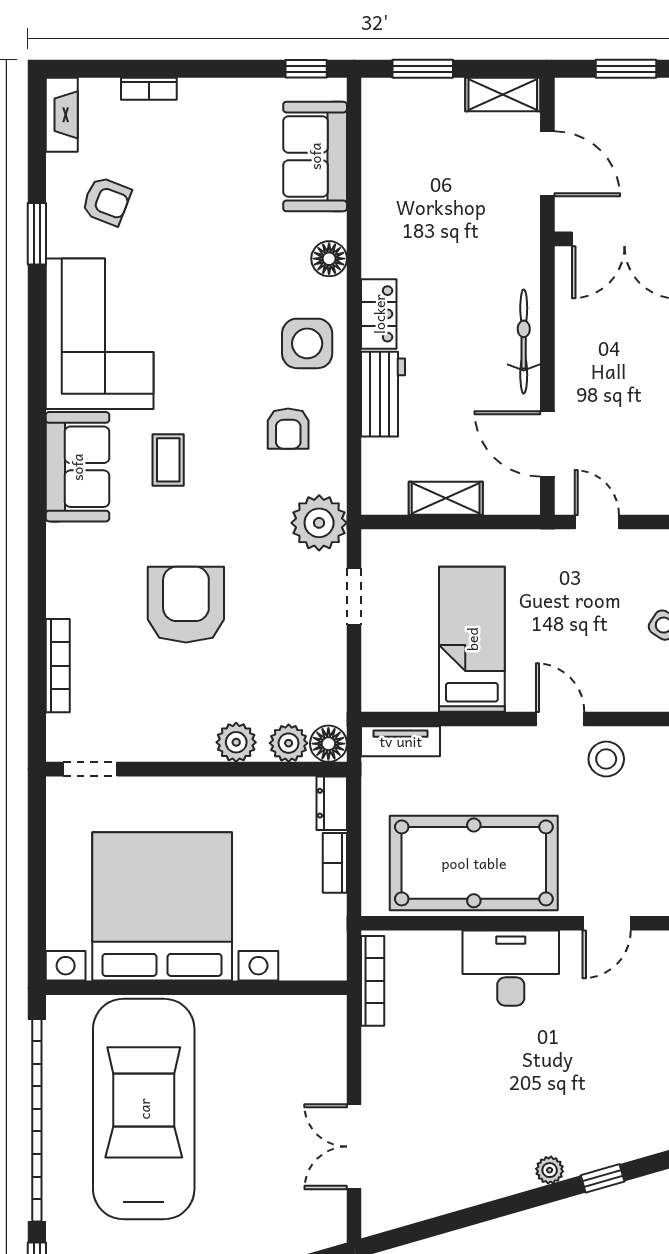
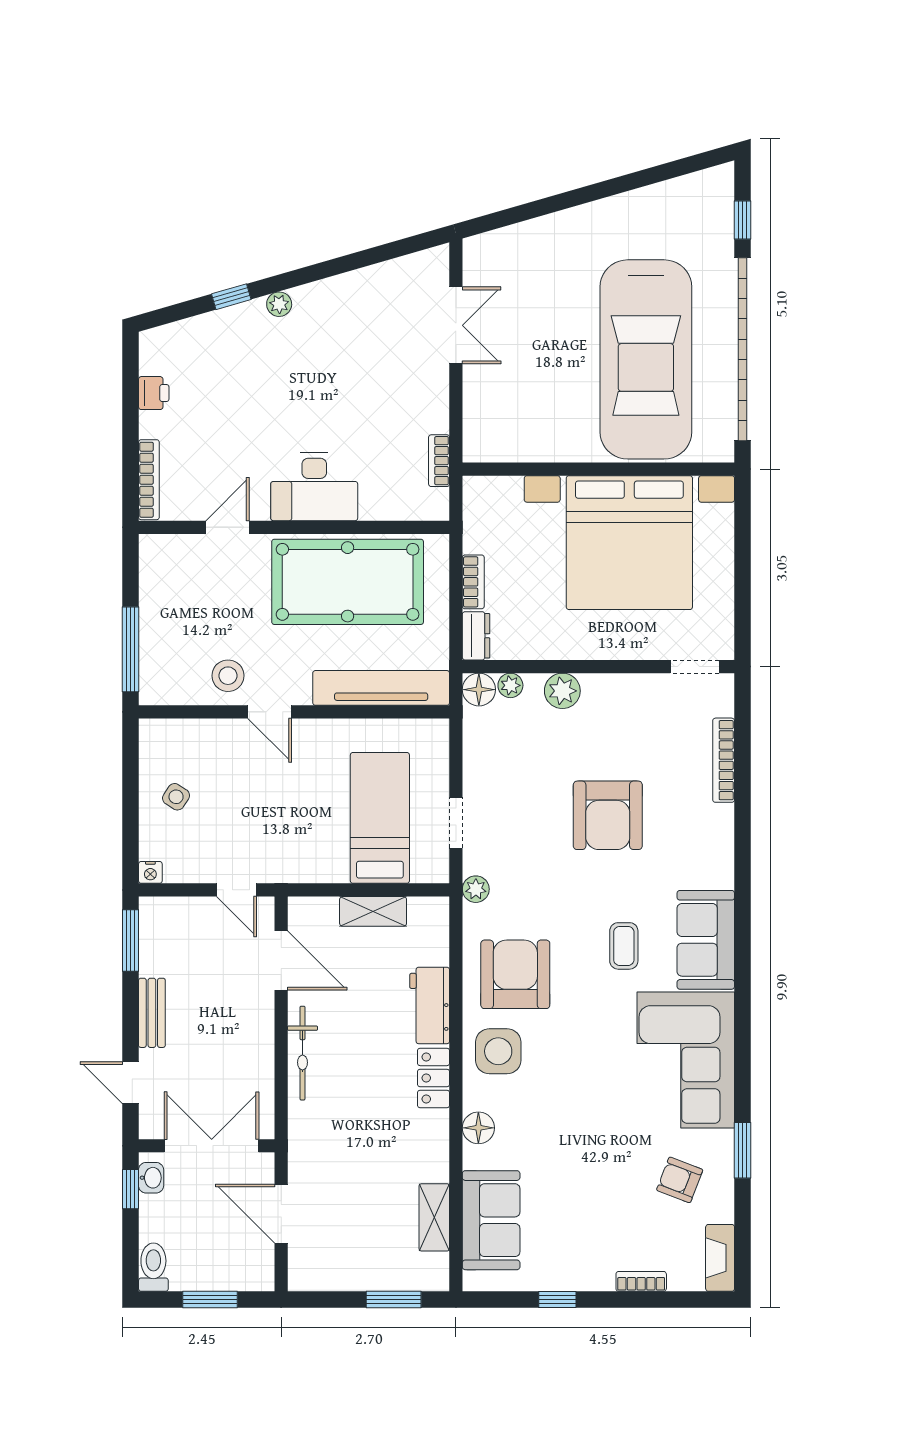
window: (306, 69) -> (557, 1300), moved
shelving: (503, 95) -> (434, 1217), moved, turned 90
armchair: (288, 429) -> (515, 974), width x1.88, depth x1.88
plant: (319, 523) -> (476, 889), width x0.53, depth x0.53
bed: (472, 639) -> (380, 818), moved, turned 180
tv unit: (401, 741) -> (381, 688), width x1.92, depth x1.29
plant: (289, 743) -> (510, 685), width x0.73, depth x0.73
bookcase: (373, 981) -> (439, 461), width x0.64

